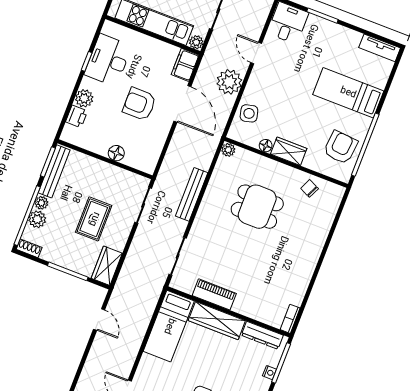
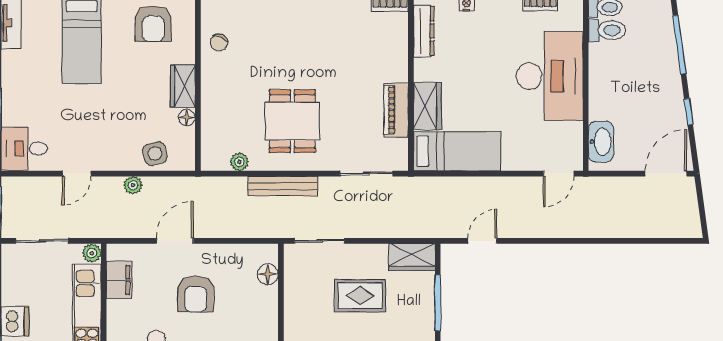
filing cabinet: (185, 65) -> (119, 280), moved, turned -90
plant: (229, 82) -> (133, 185), width x0.53, depth x0.53
door: (182, 104) -> (175, 241), width x0.73
armchair: (341, 147) -> (153, 24), turned -95
plant: (228, 150) -> (239, 162), moved
floor lamp: (116, 153) -> (268, 274), moved
dining table: (257, 207) -> (292, 121), moved
wardrobe: (217, 321) -> (427, 106), width x0.67

